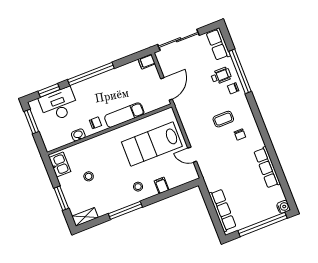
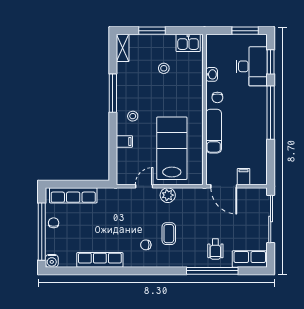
filing cabinet: (147, 62) -> (244, 177), moved
chair: (233, 88) -> (54, 223), moved
plant: (192, 132) -> (168, 195), added

